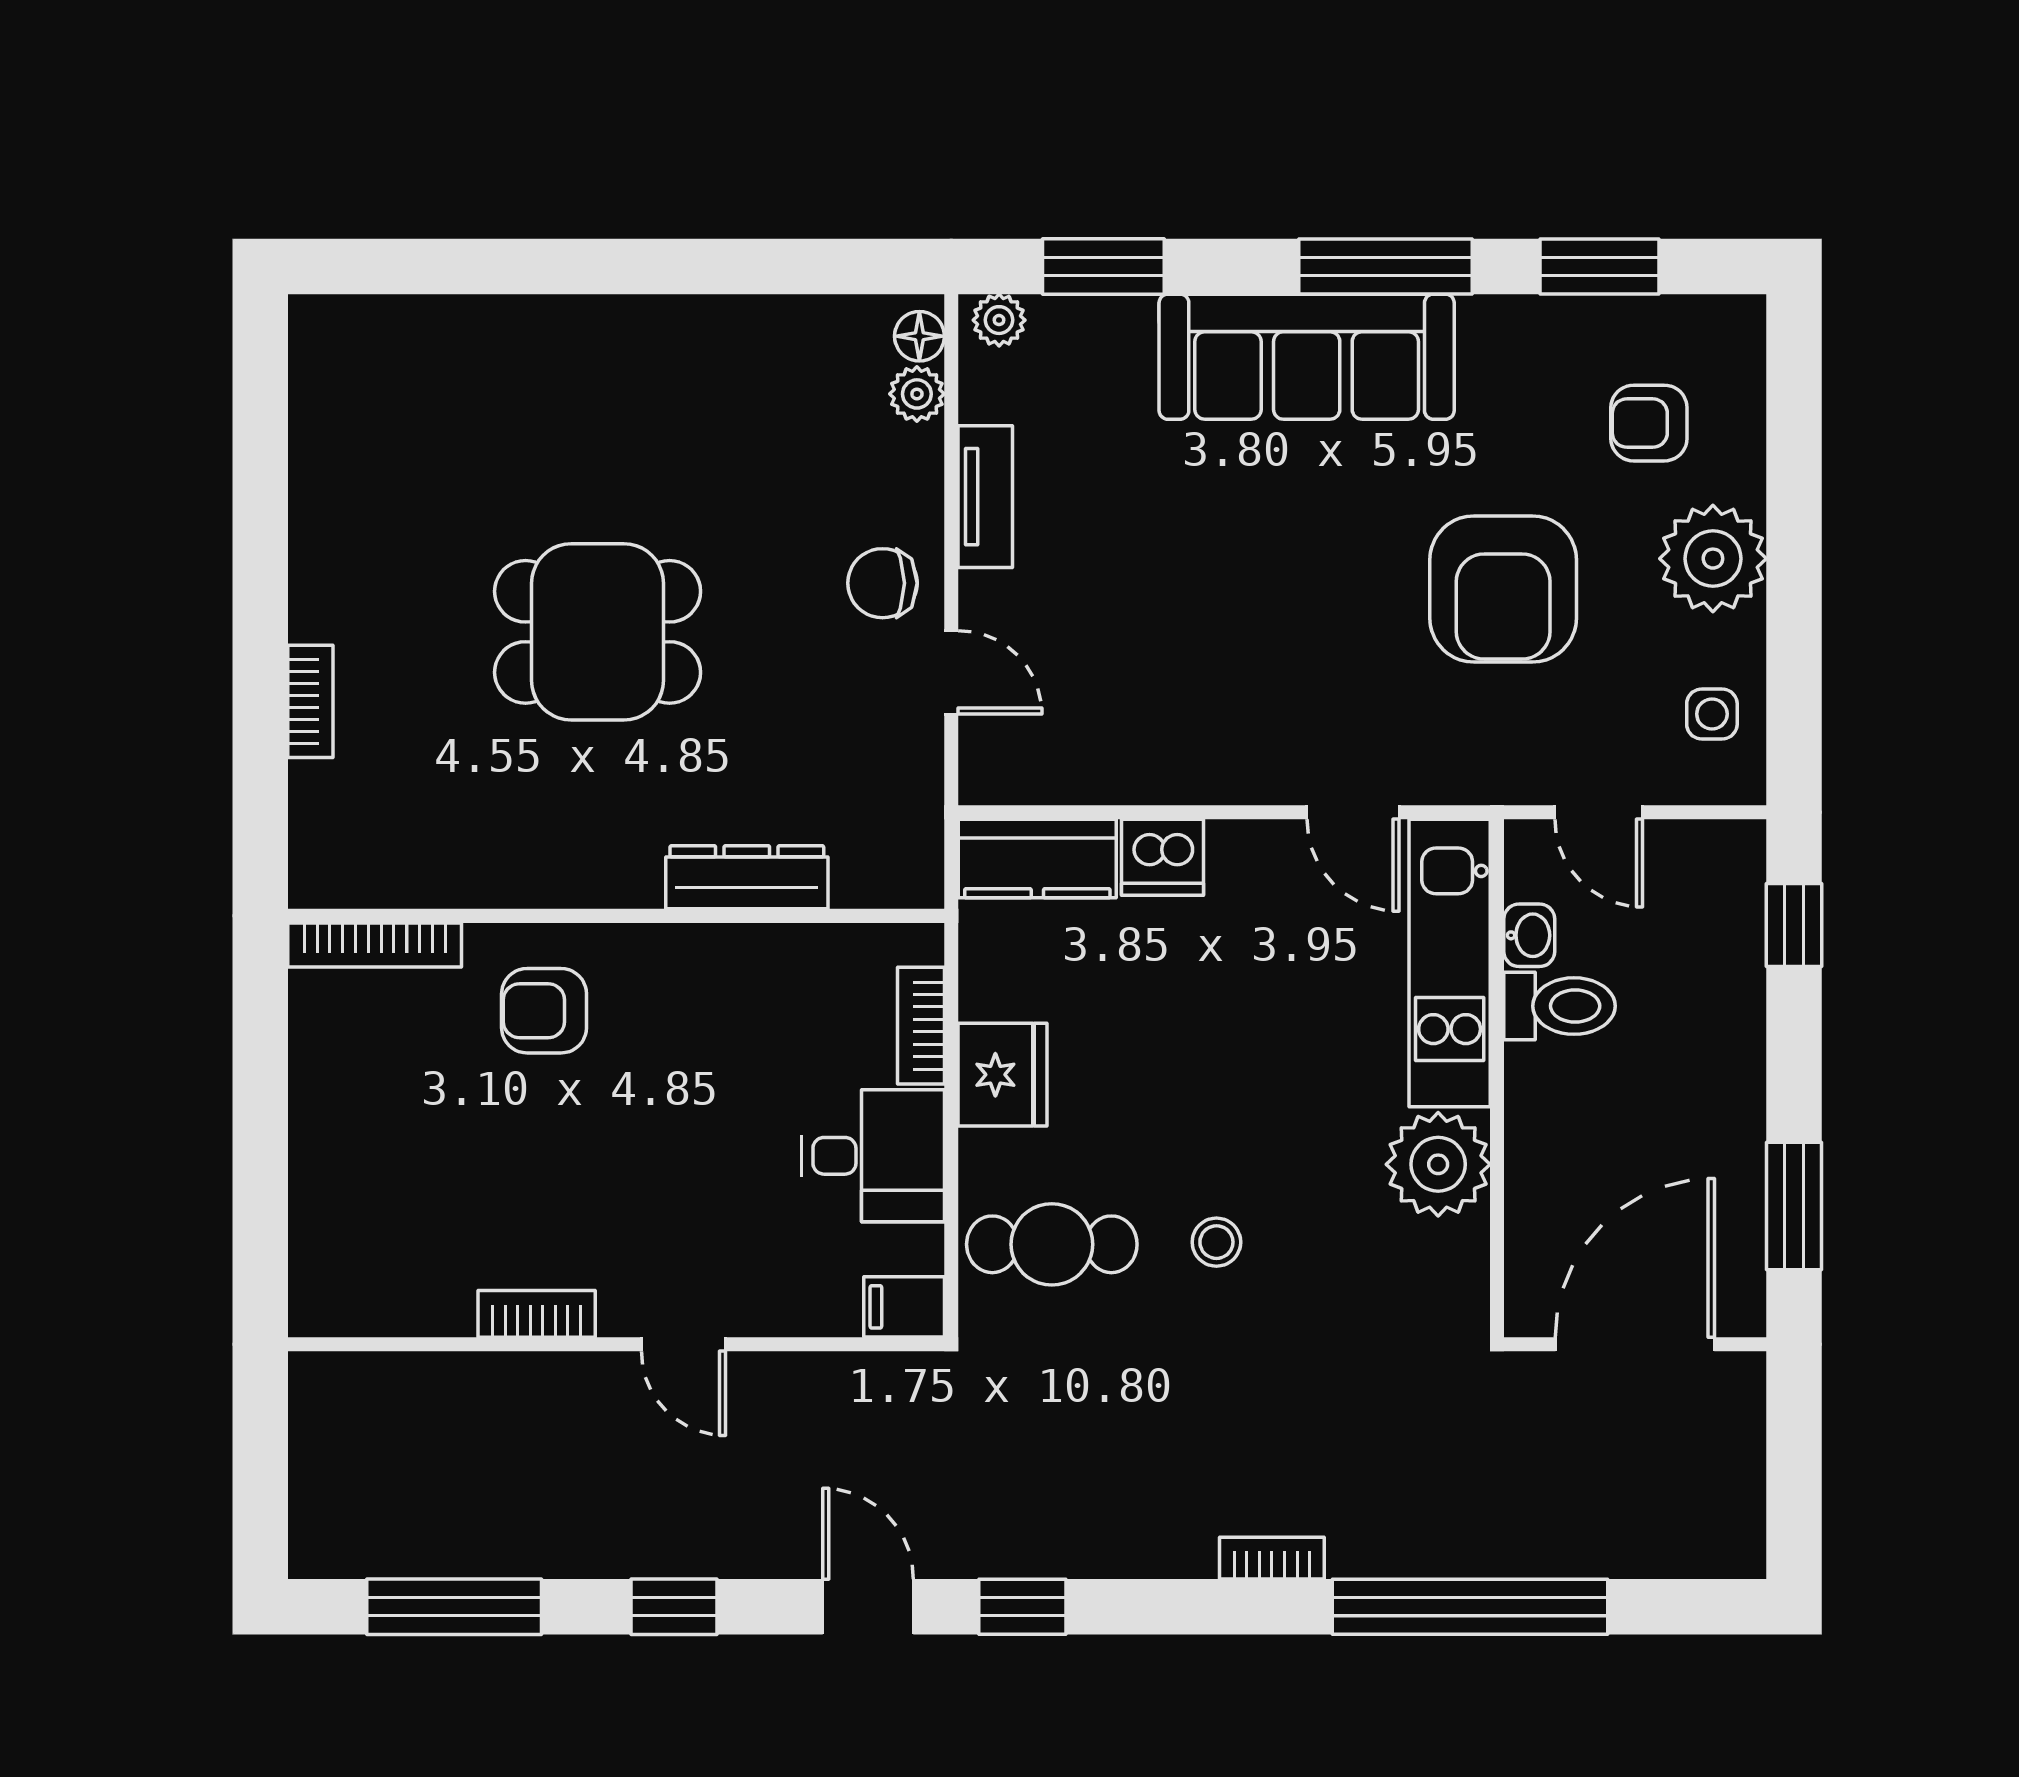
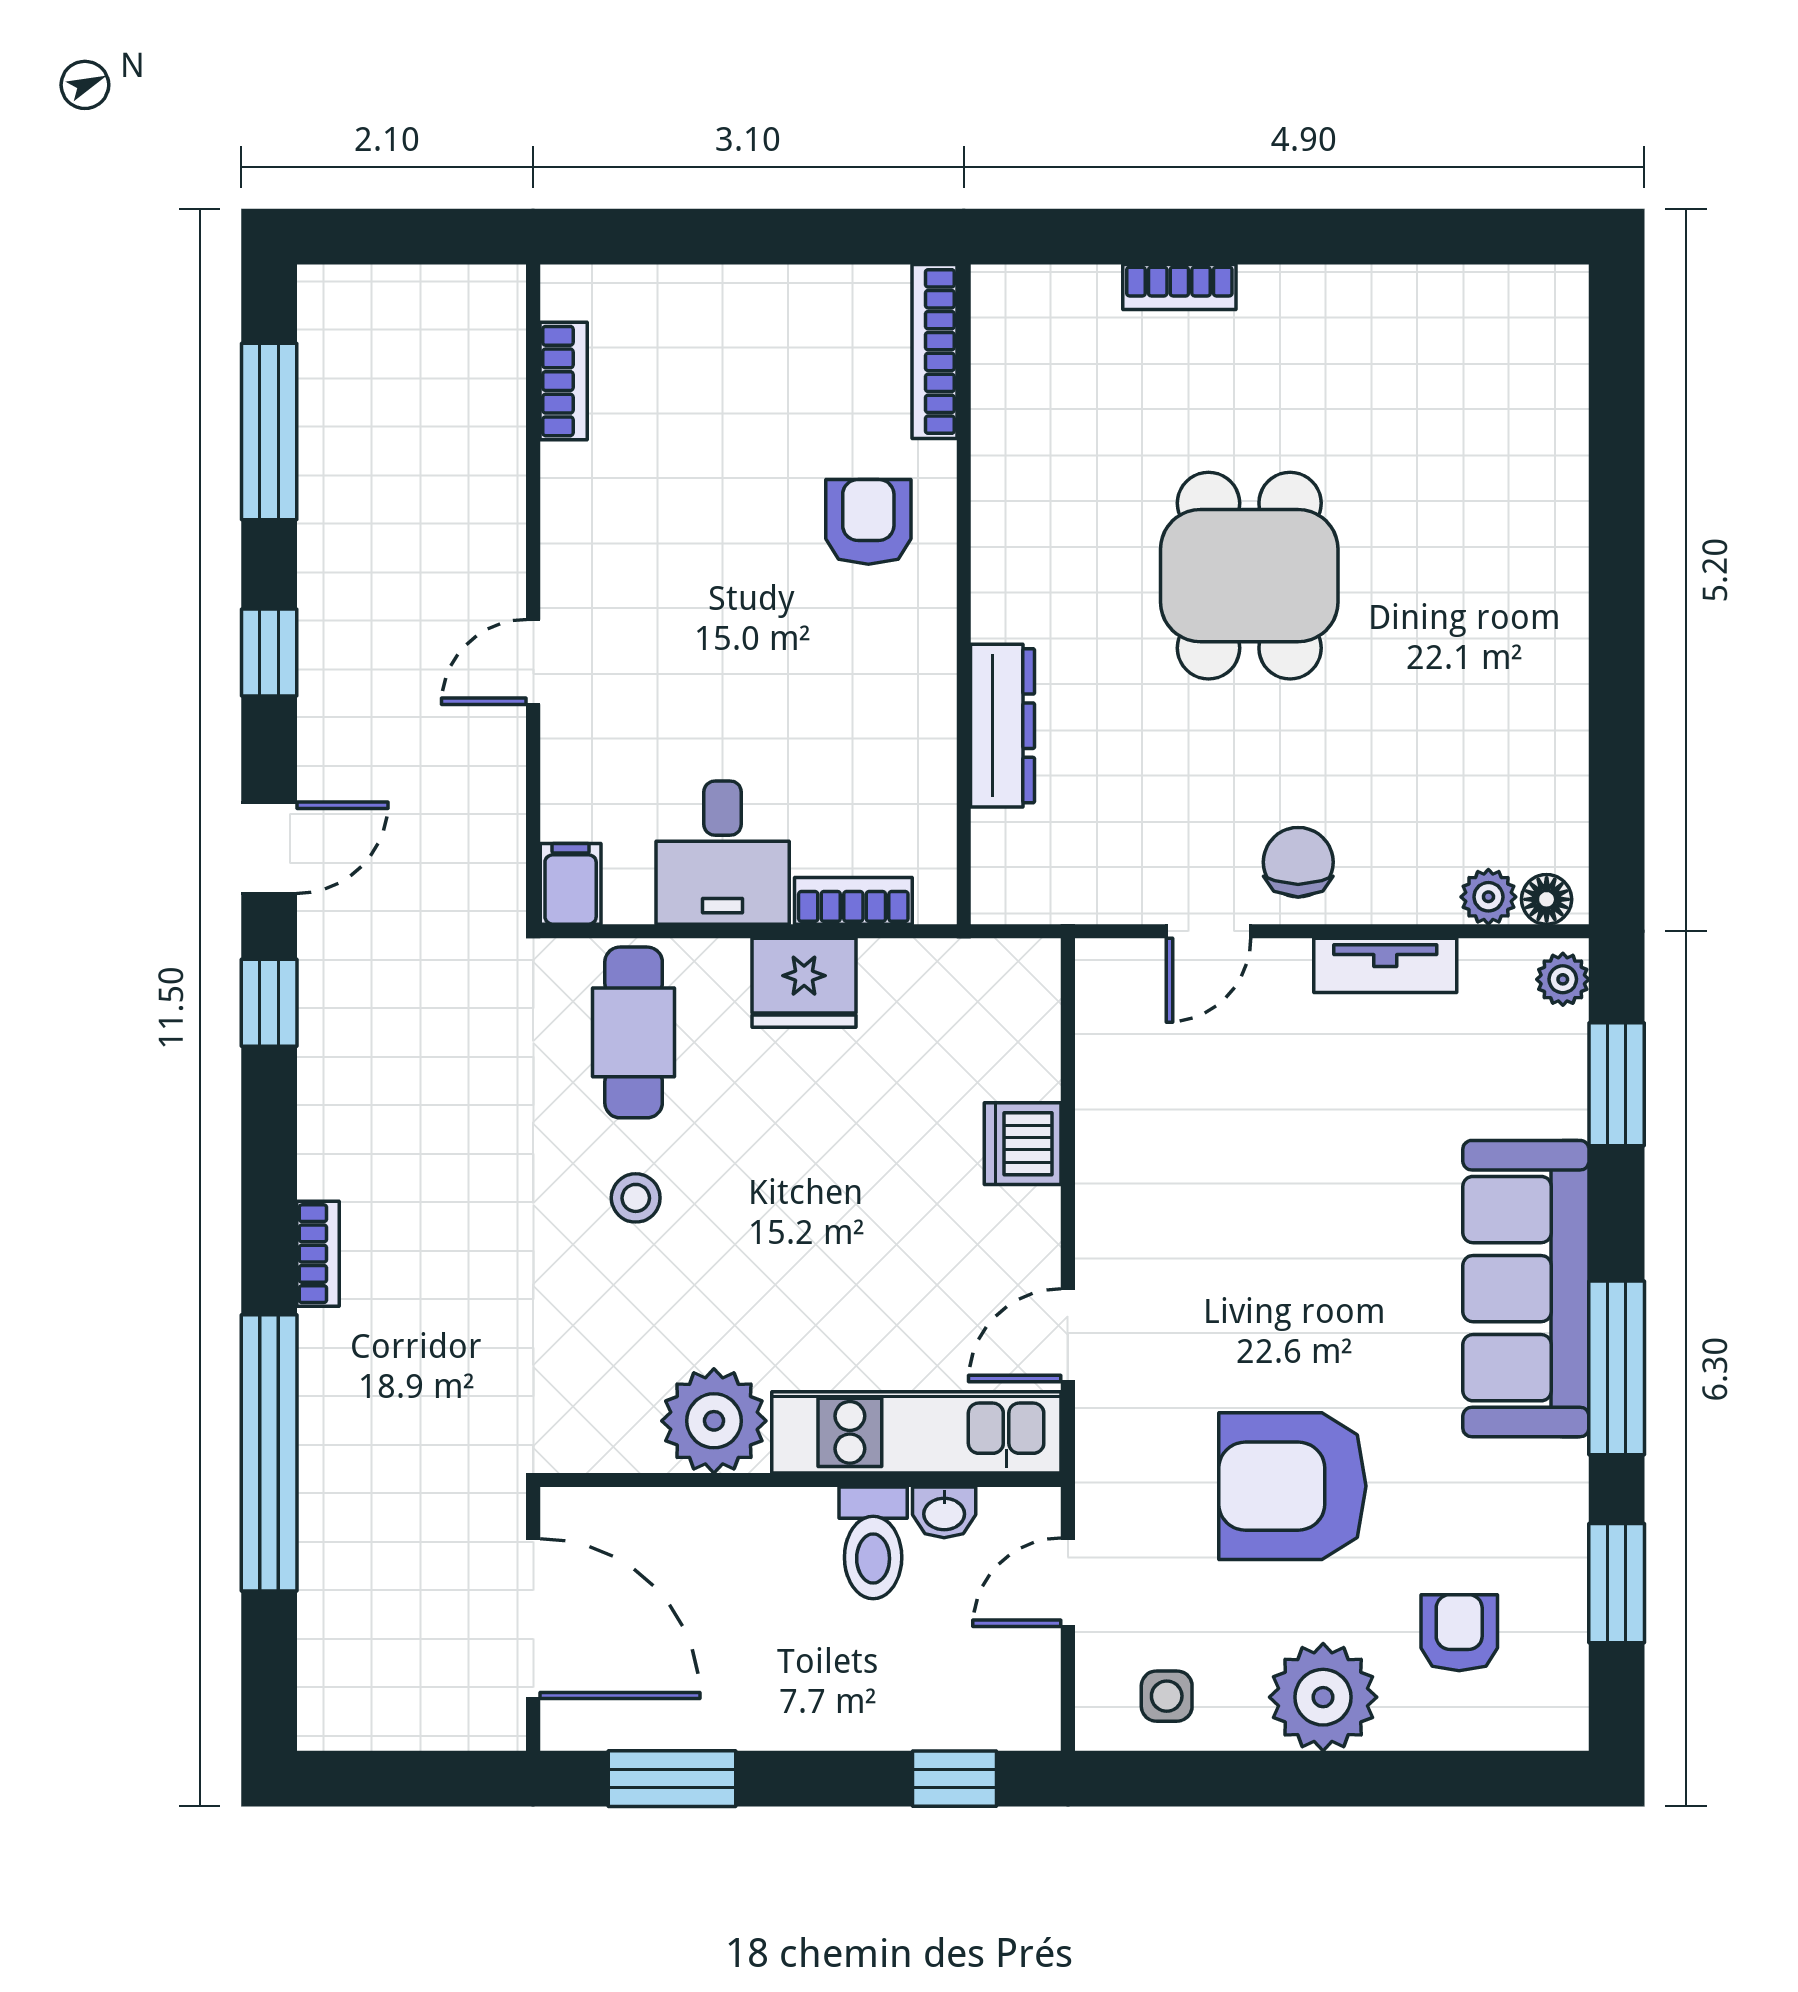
kitchen counter: (1037, 859) -> (1021, 1018), removed
bookcase: (537, 1314) -> (564, 381), moved

